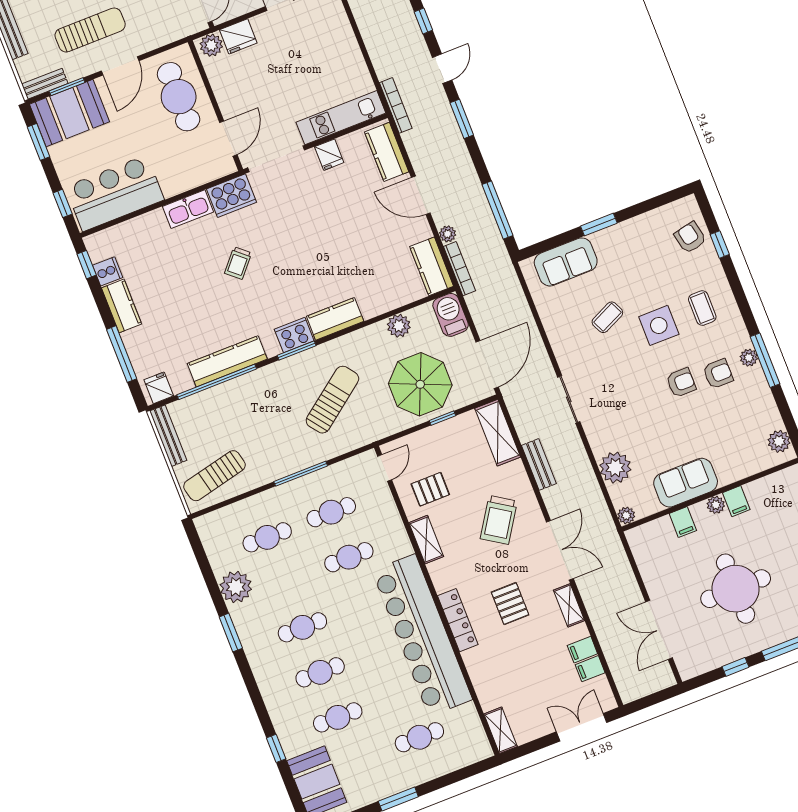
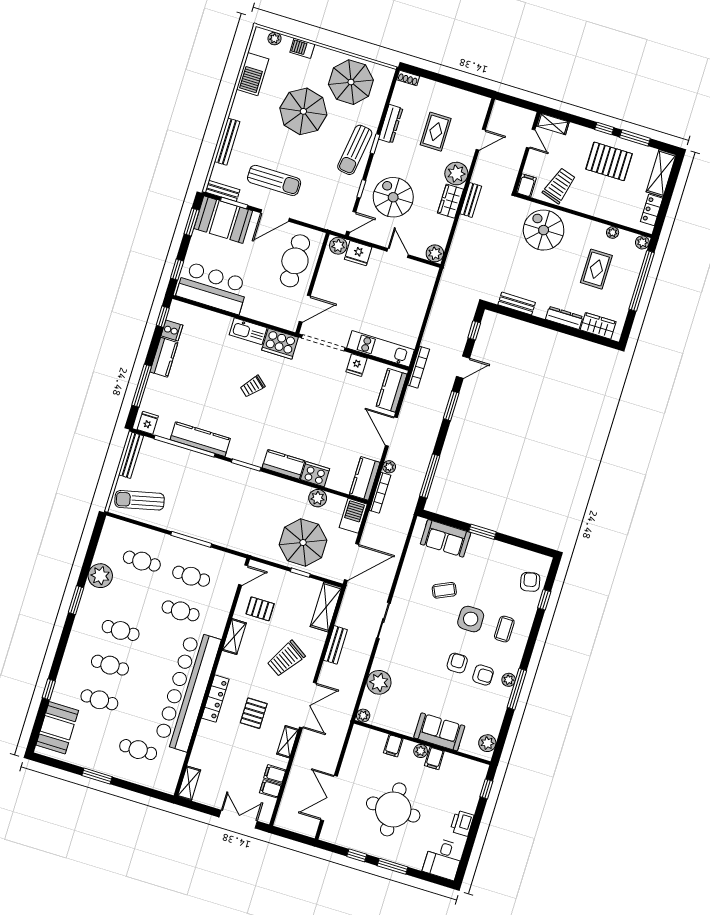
cooker: (294, 335) -> (315, 474), moved
armchair: (681, 383) -> (457, 663), turned -90
sun lounger: (332, 400) -> (244, 511), removed
sofa: (686, 483) -> (439, 732), moved

